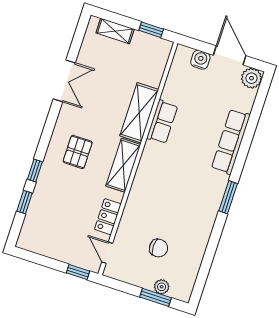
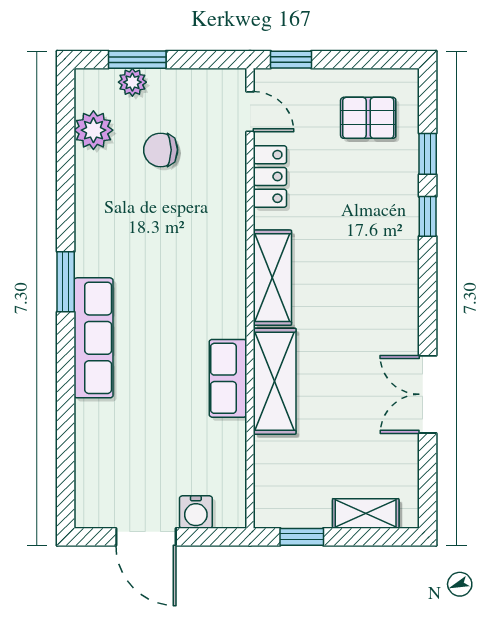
plant: (251, 78) -> (93, 130), moved
row of seats: (231, 142) -> (93, 338), moved
pallet: (78, 152) -> (368, 118), moved, turned 90

